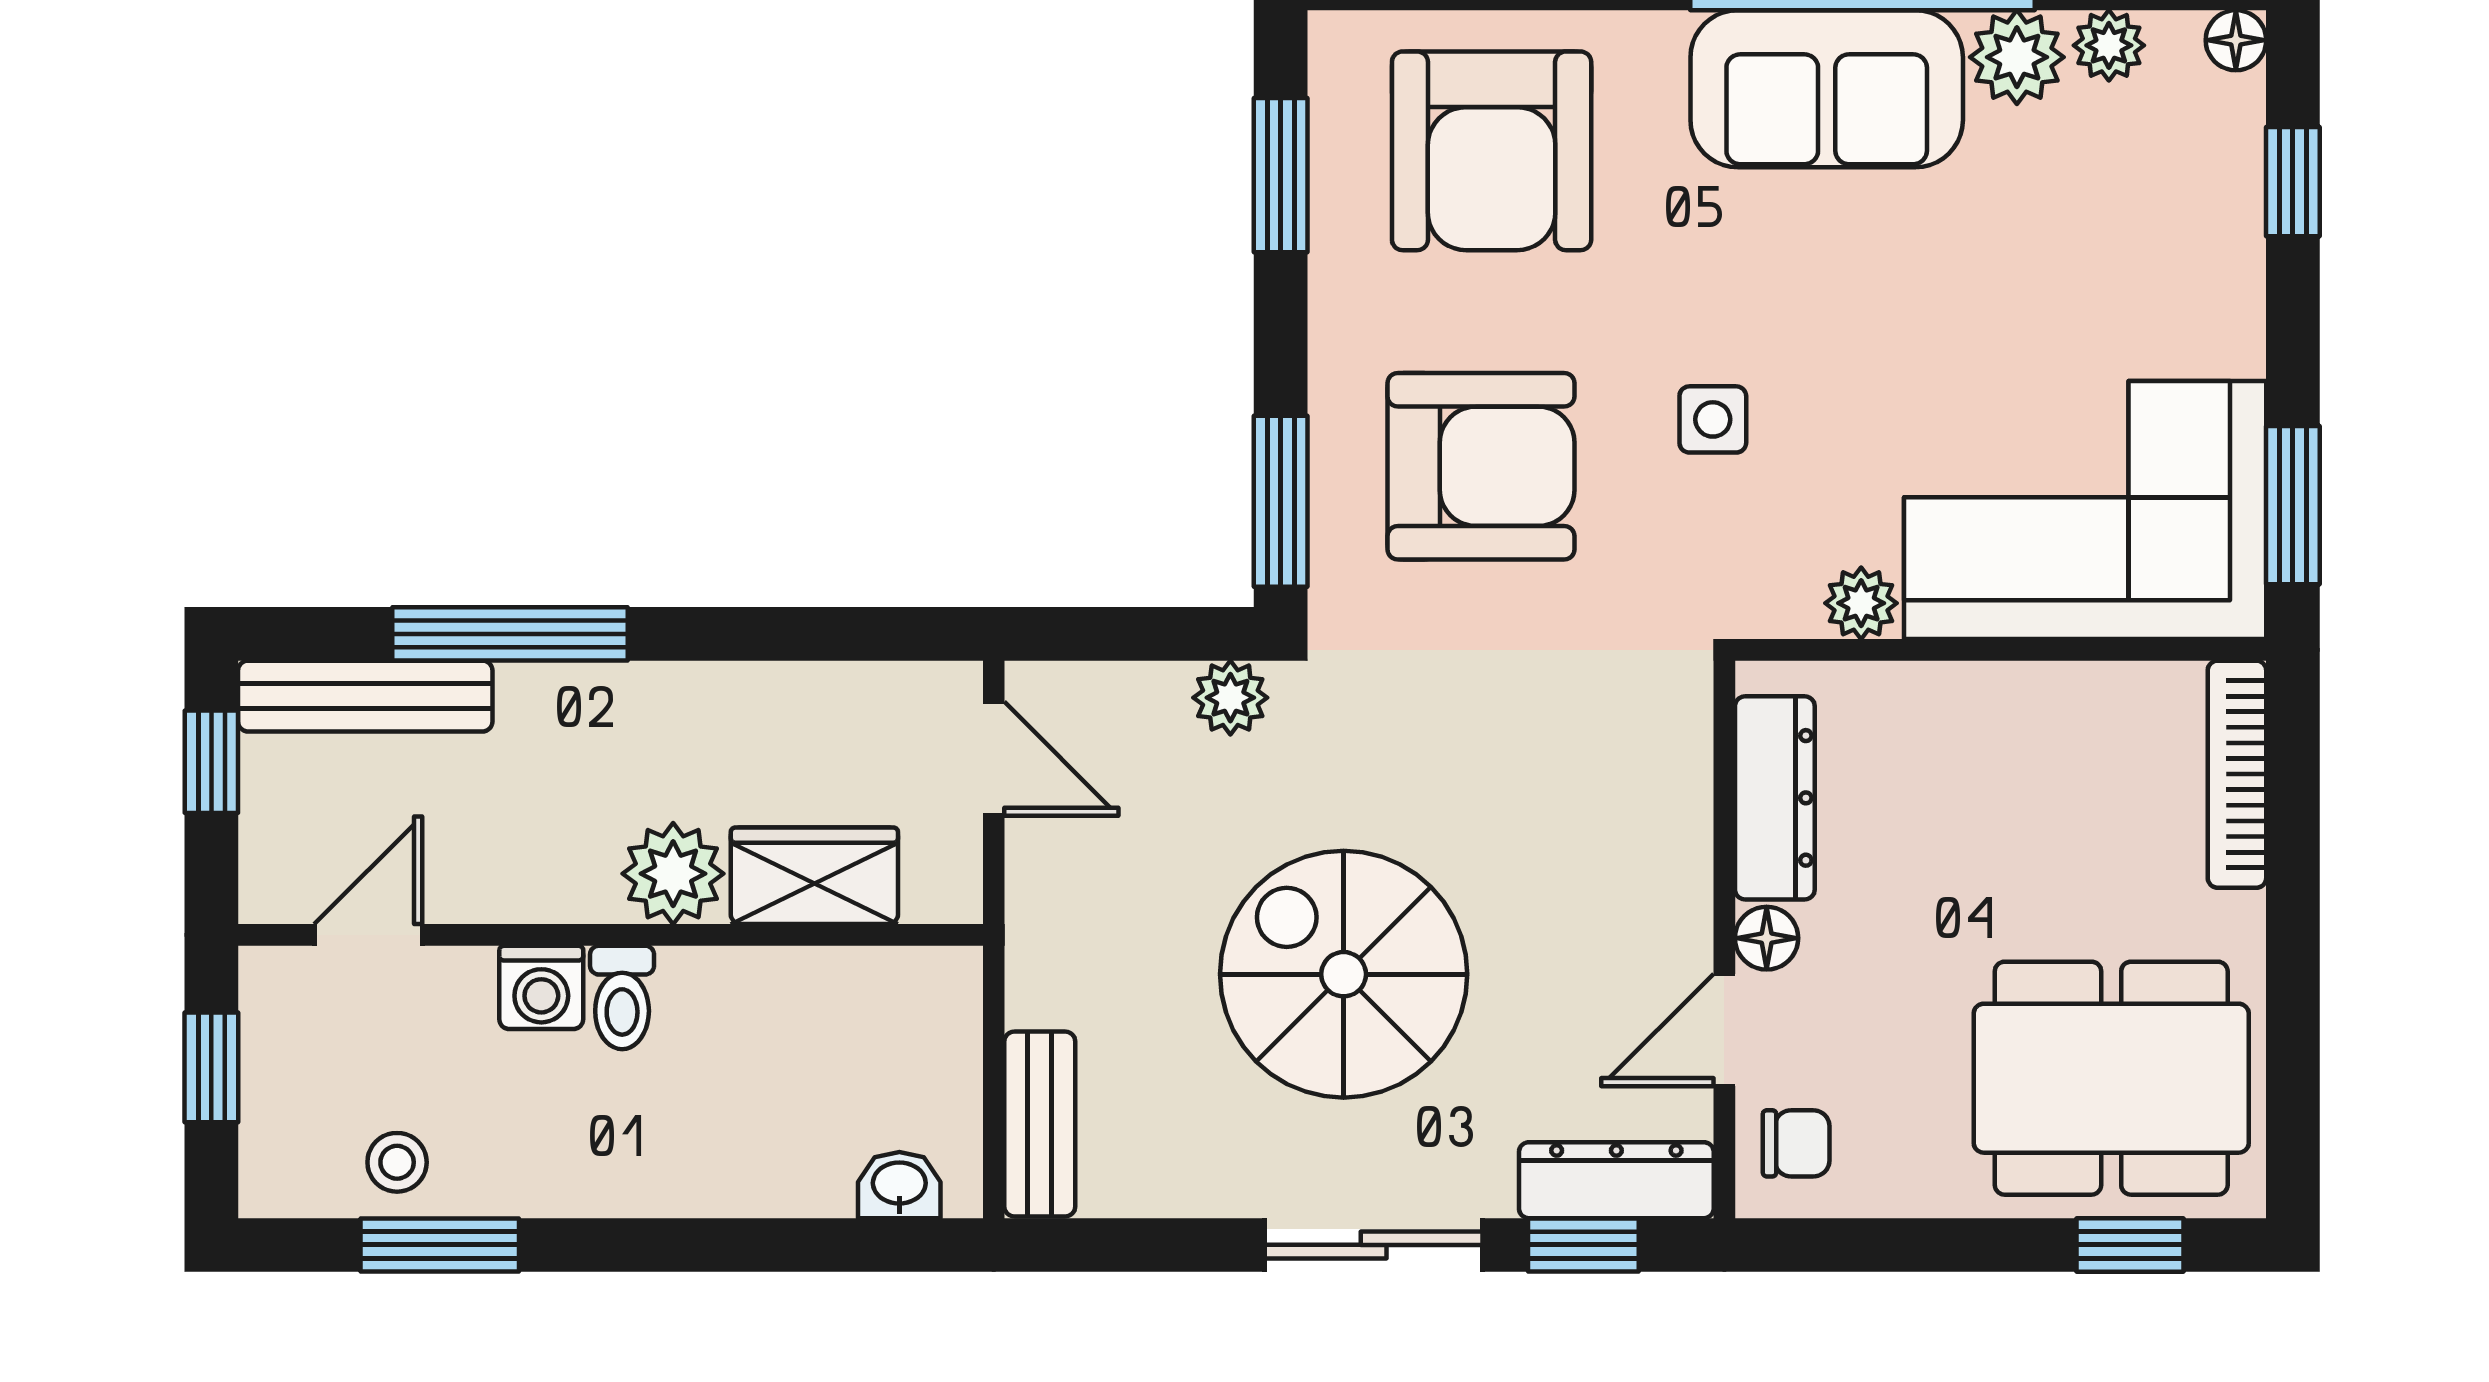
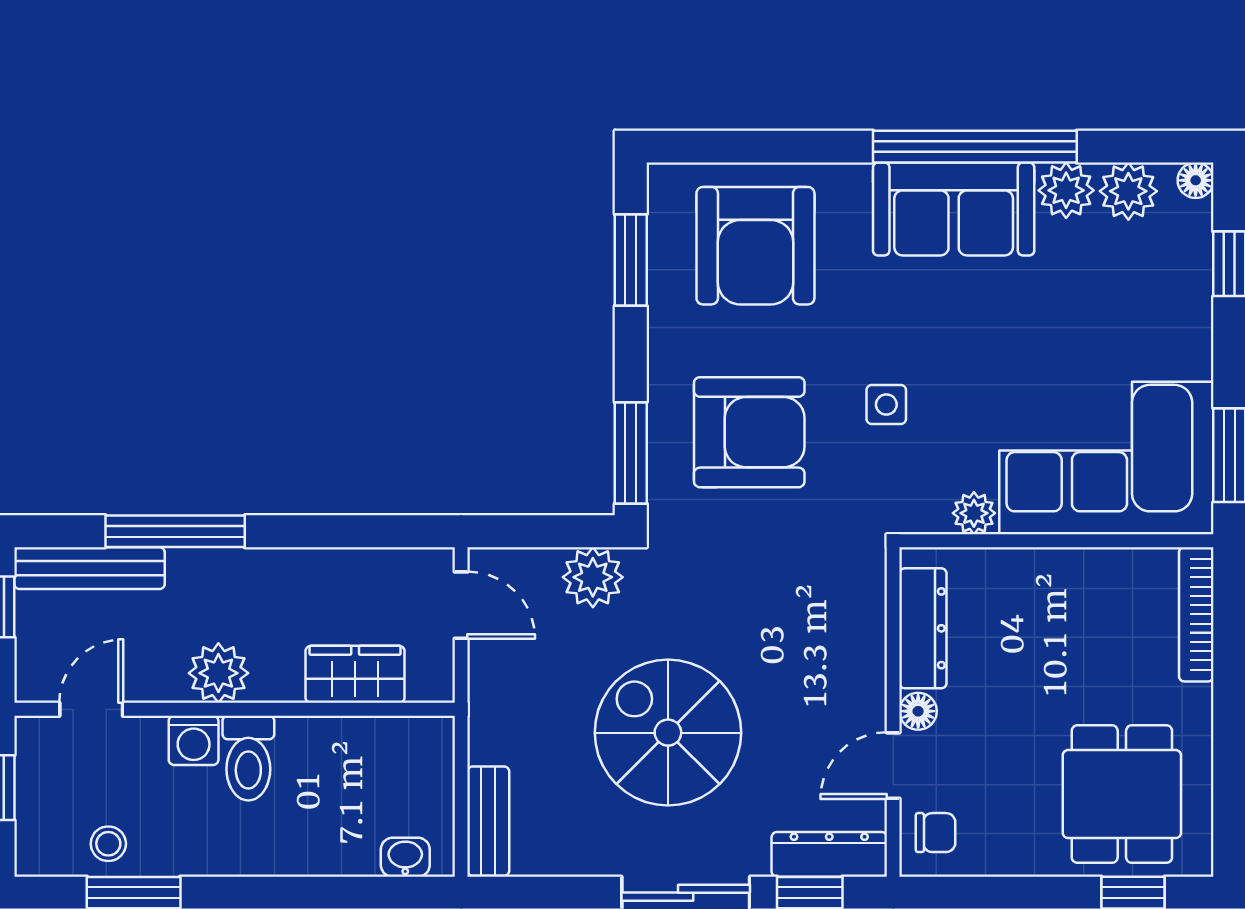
plant: (2109, 45) -> (1128, 191), width x1.38, depth x1.38
plant: (1230, 698) -> (593, 577), width x1.38, depth x1.38
plant: (673, 874) -> (218, 673), moved
toilet: (622, 997) -> (248, 758), width x1.37, depth x1.39
dining table: (2111, 1078) -> (1122, 794), width x0.73

